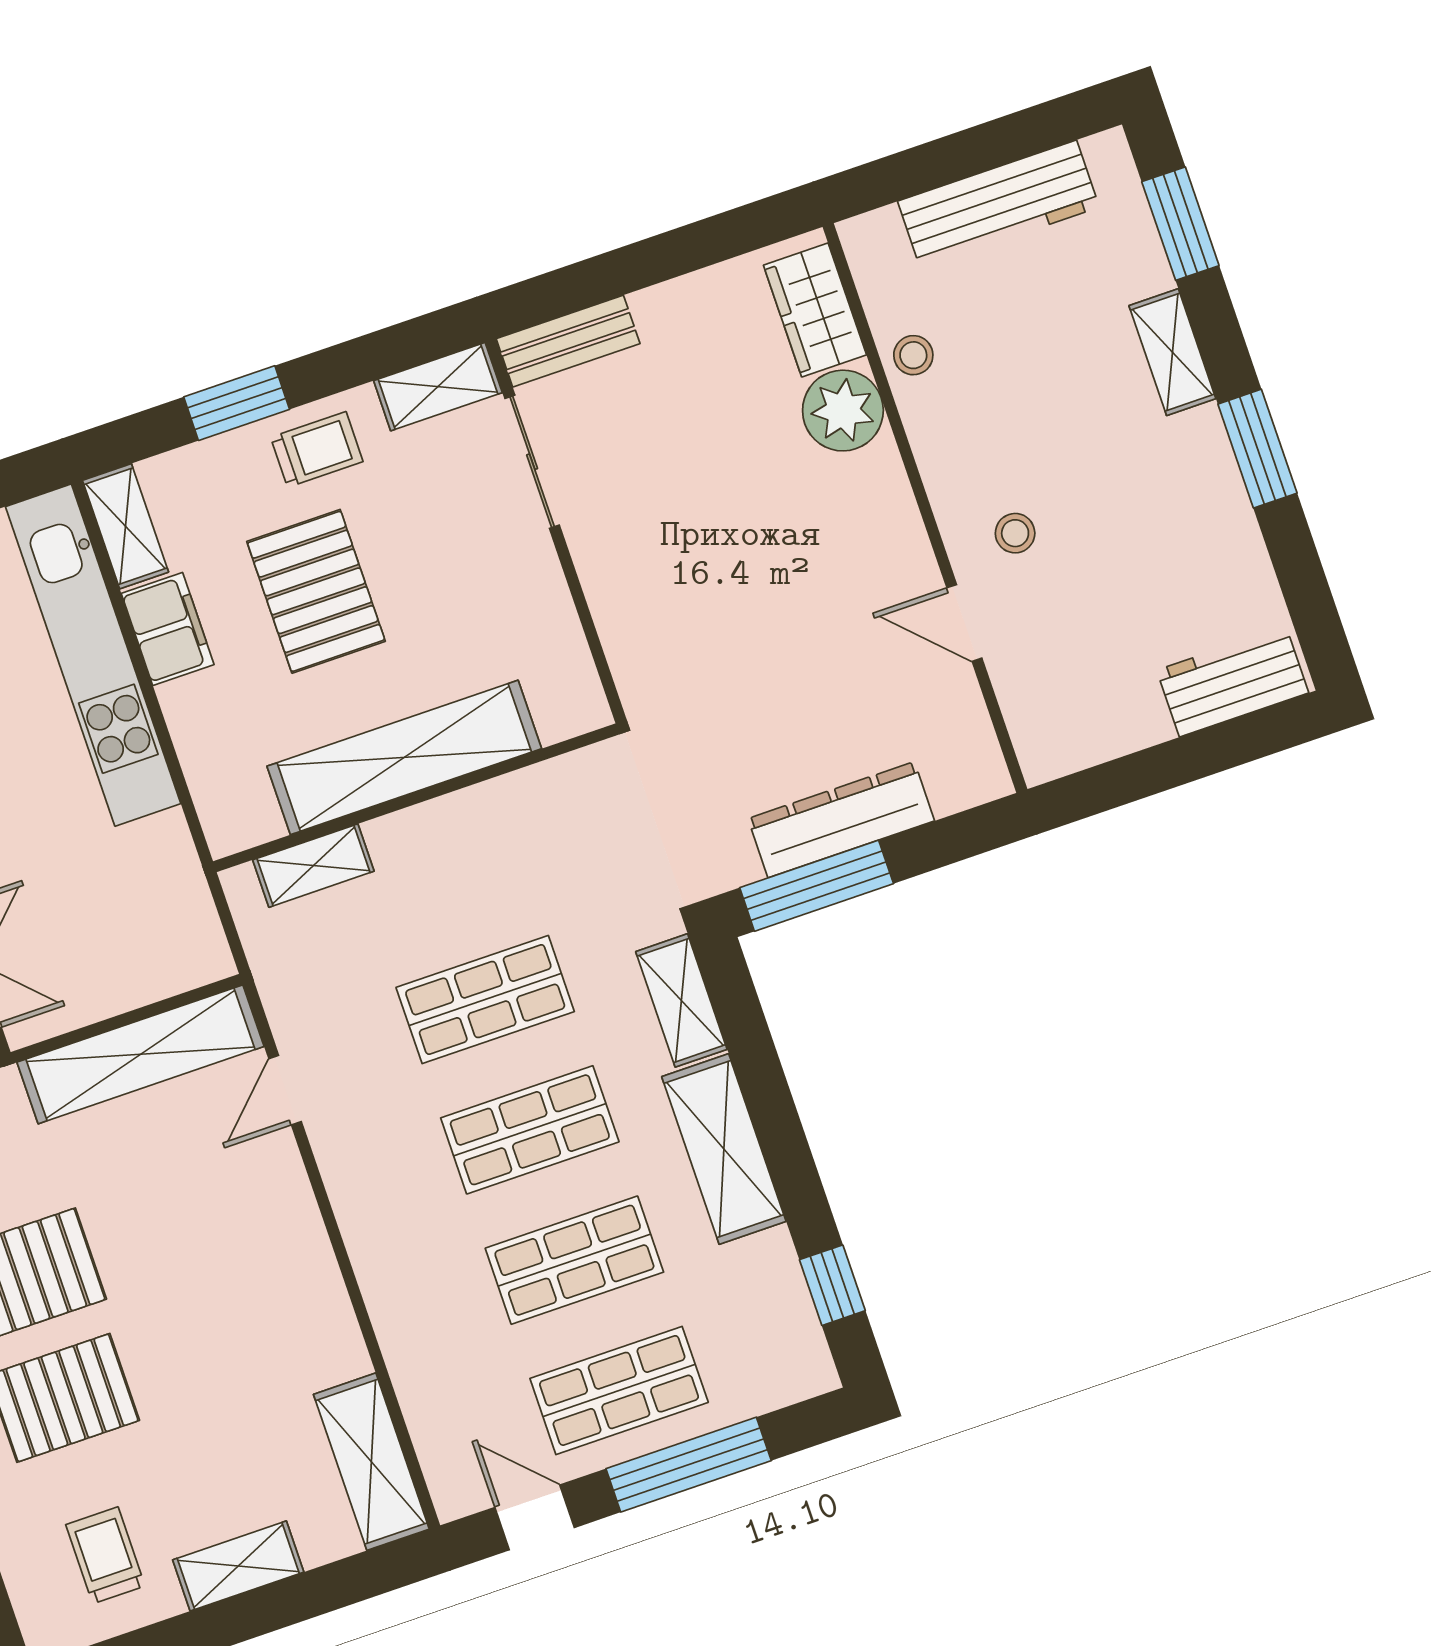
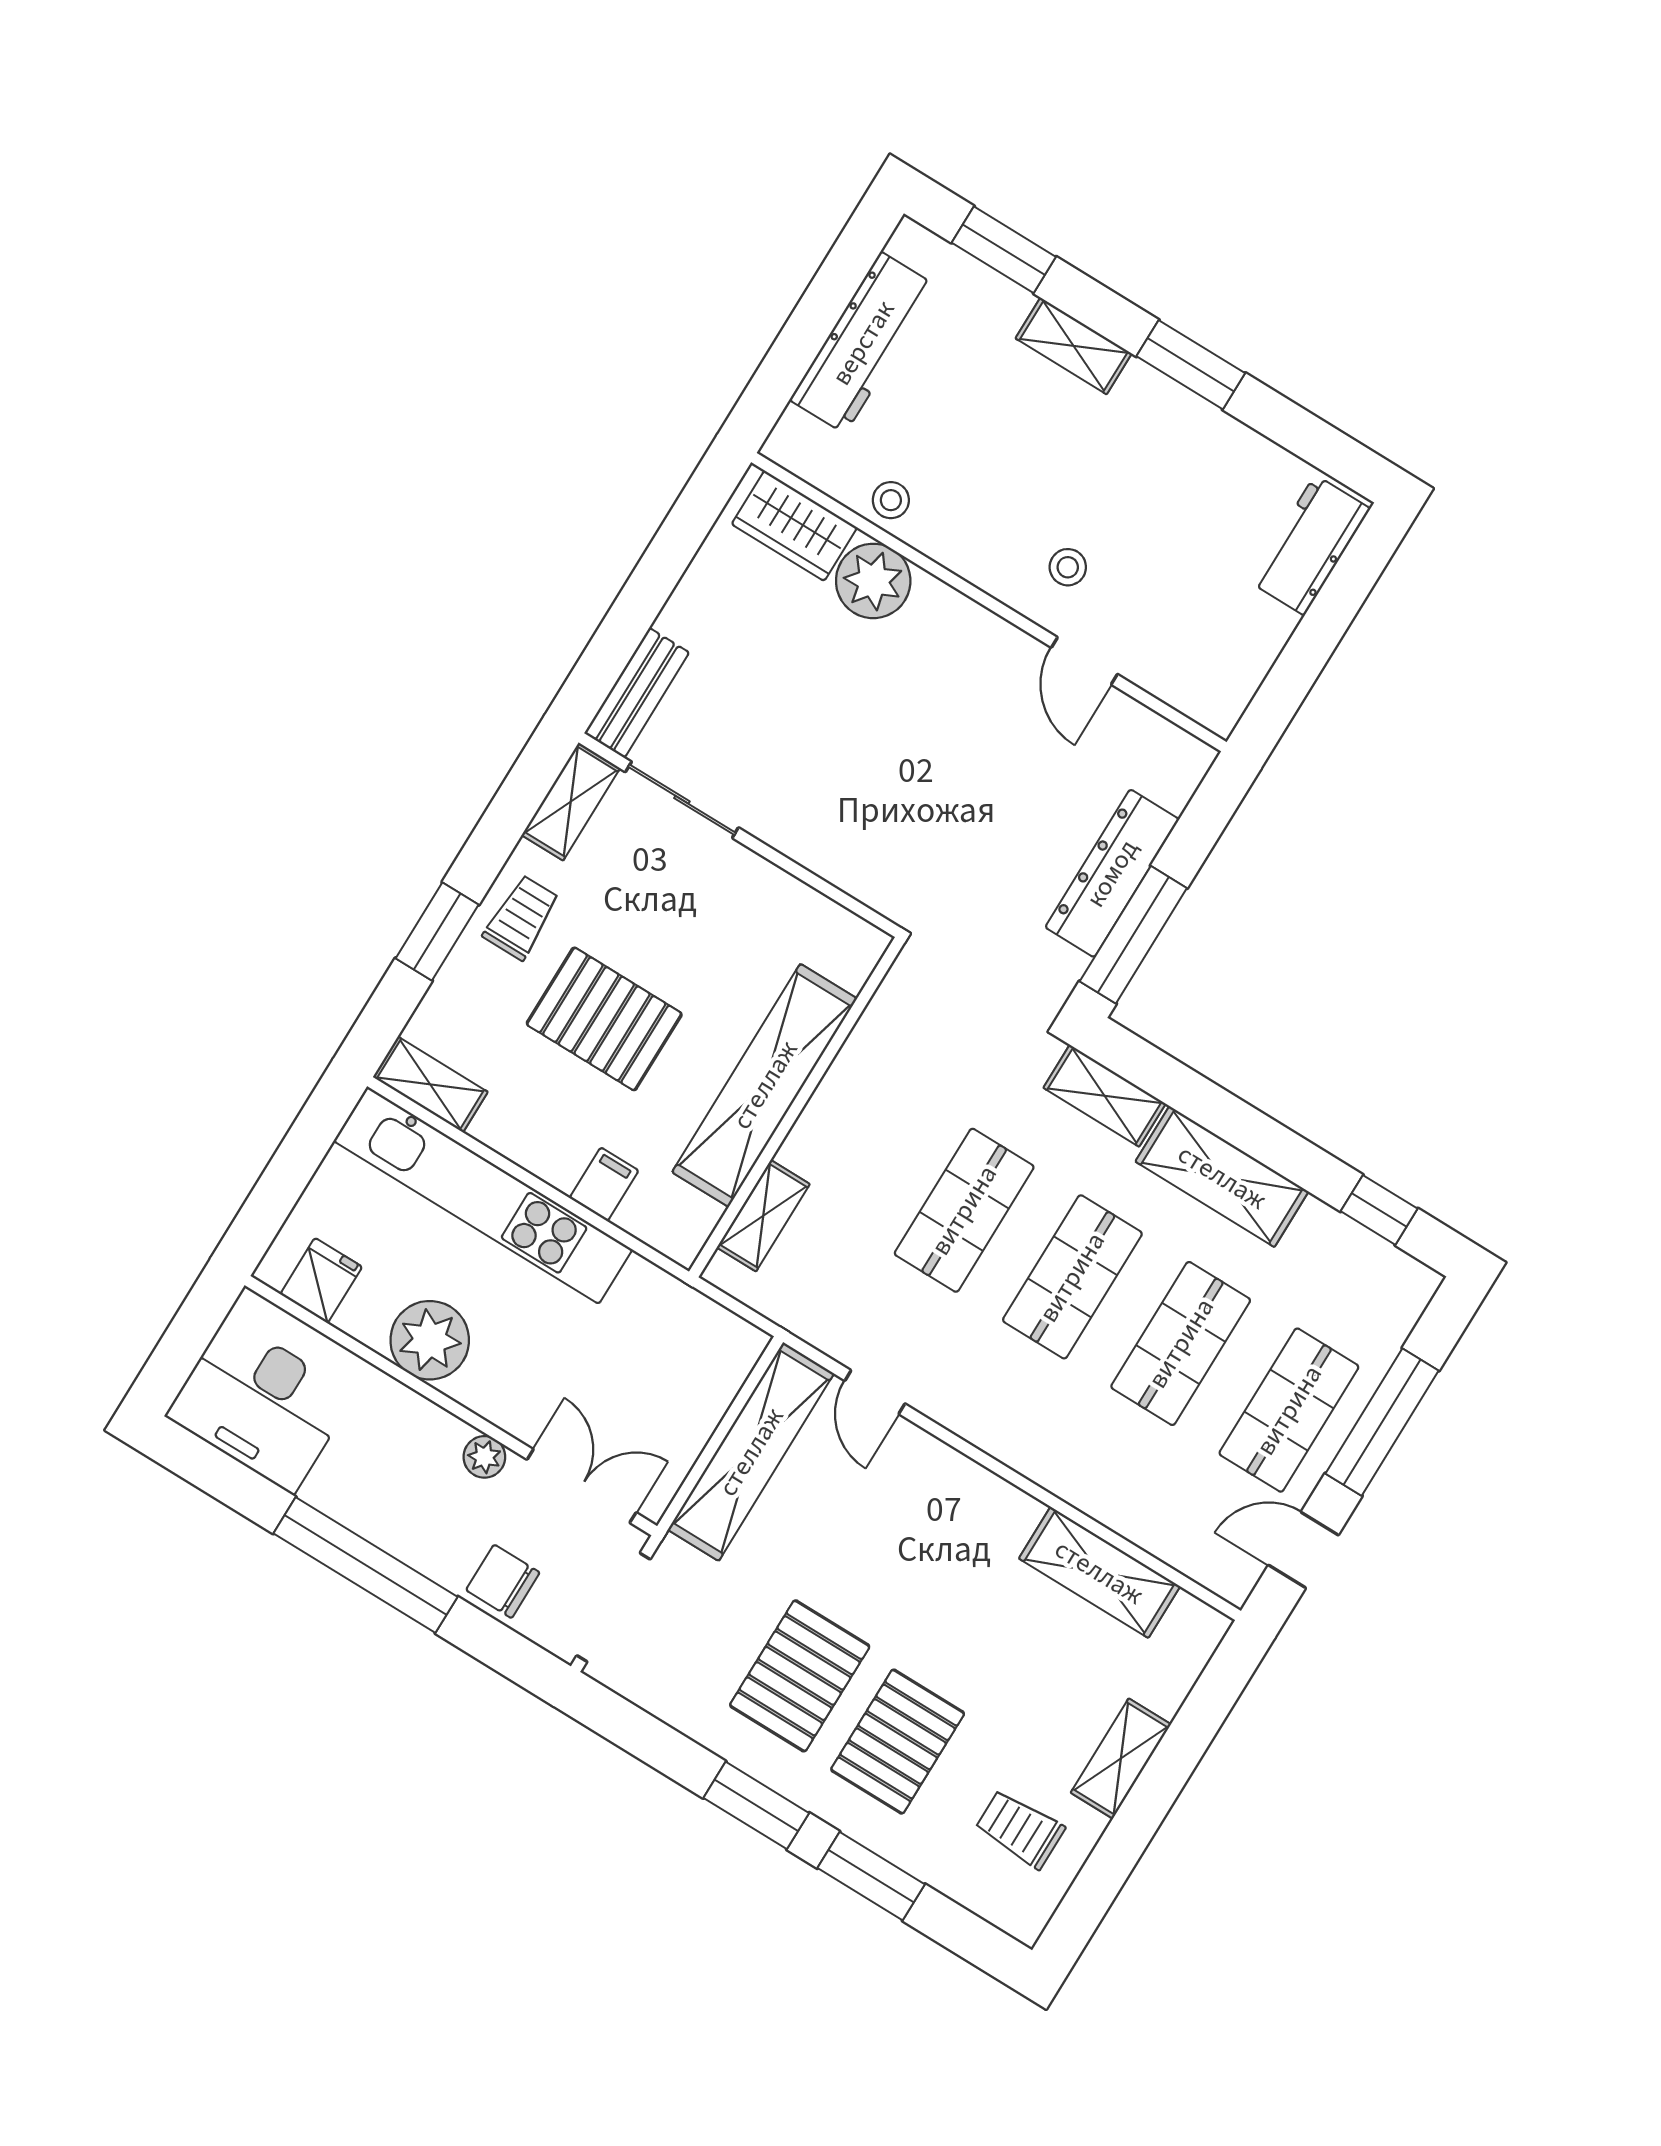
door: (964, 623) -> (1084, 661), hinge flipped
filing cabinet: (168, 629) -> (604, 1184), moved, width x0.50
shelving: (371, 1462) -> (1099, 1572), moved

